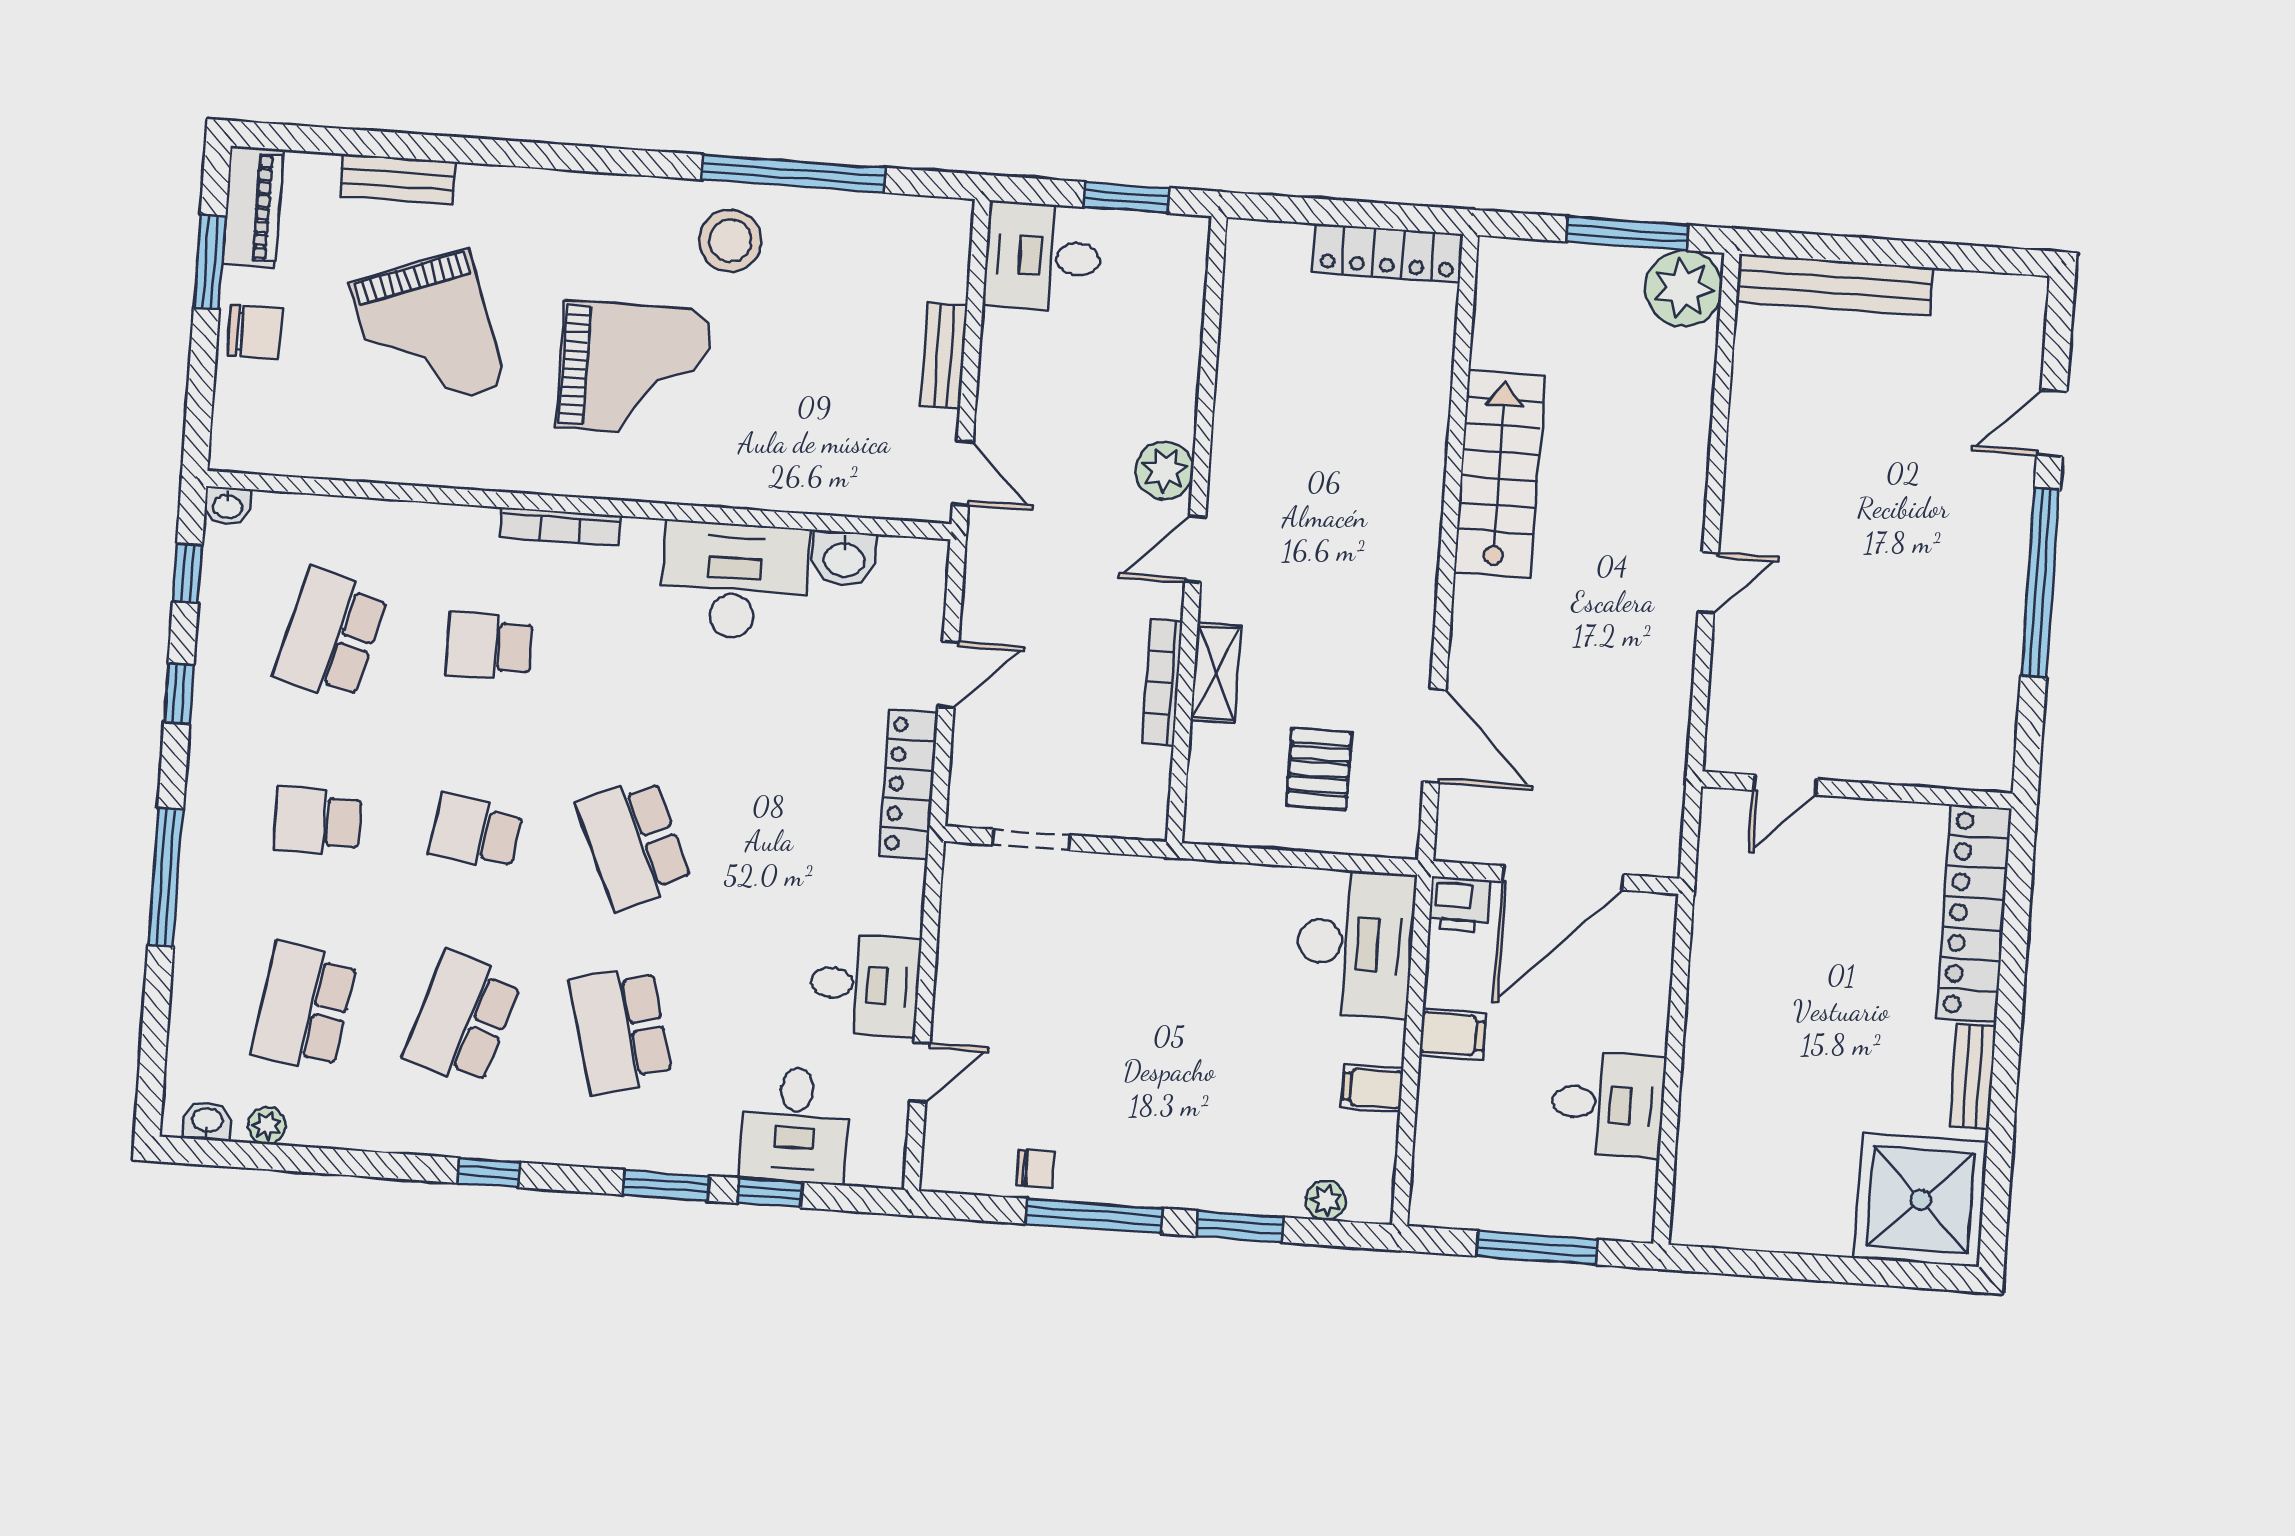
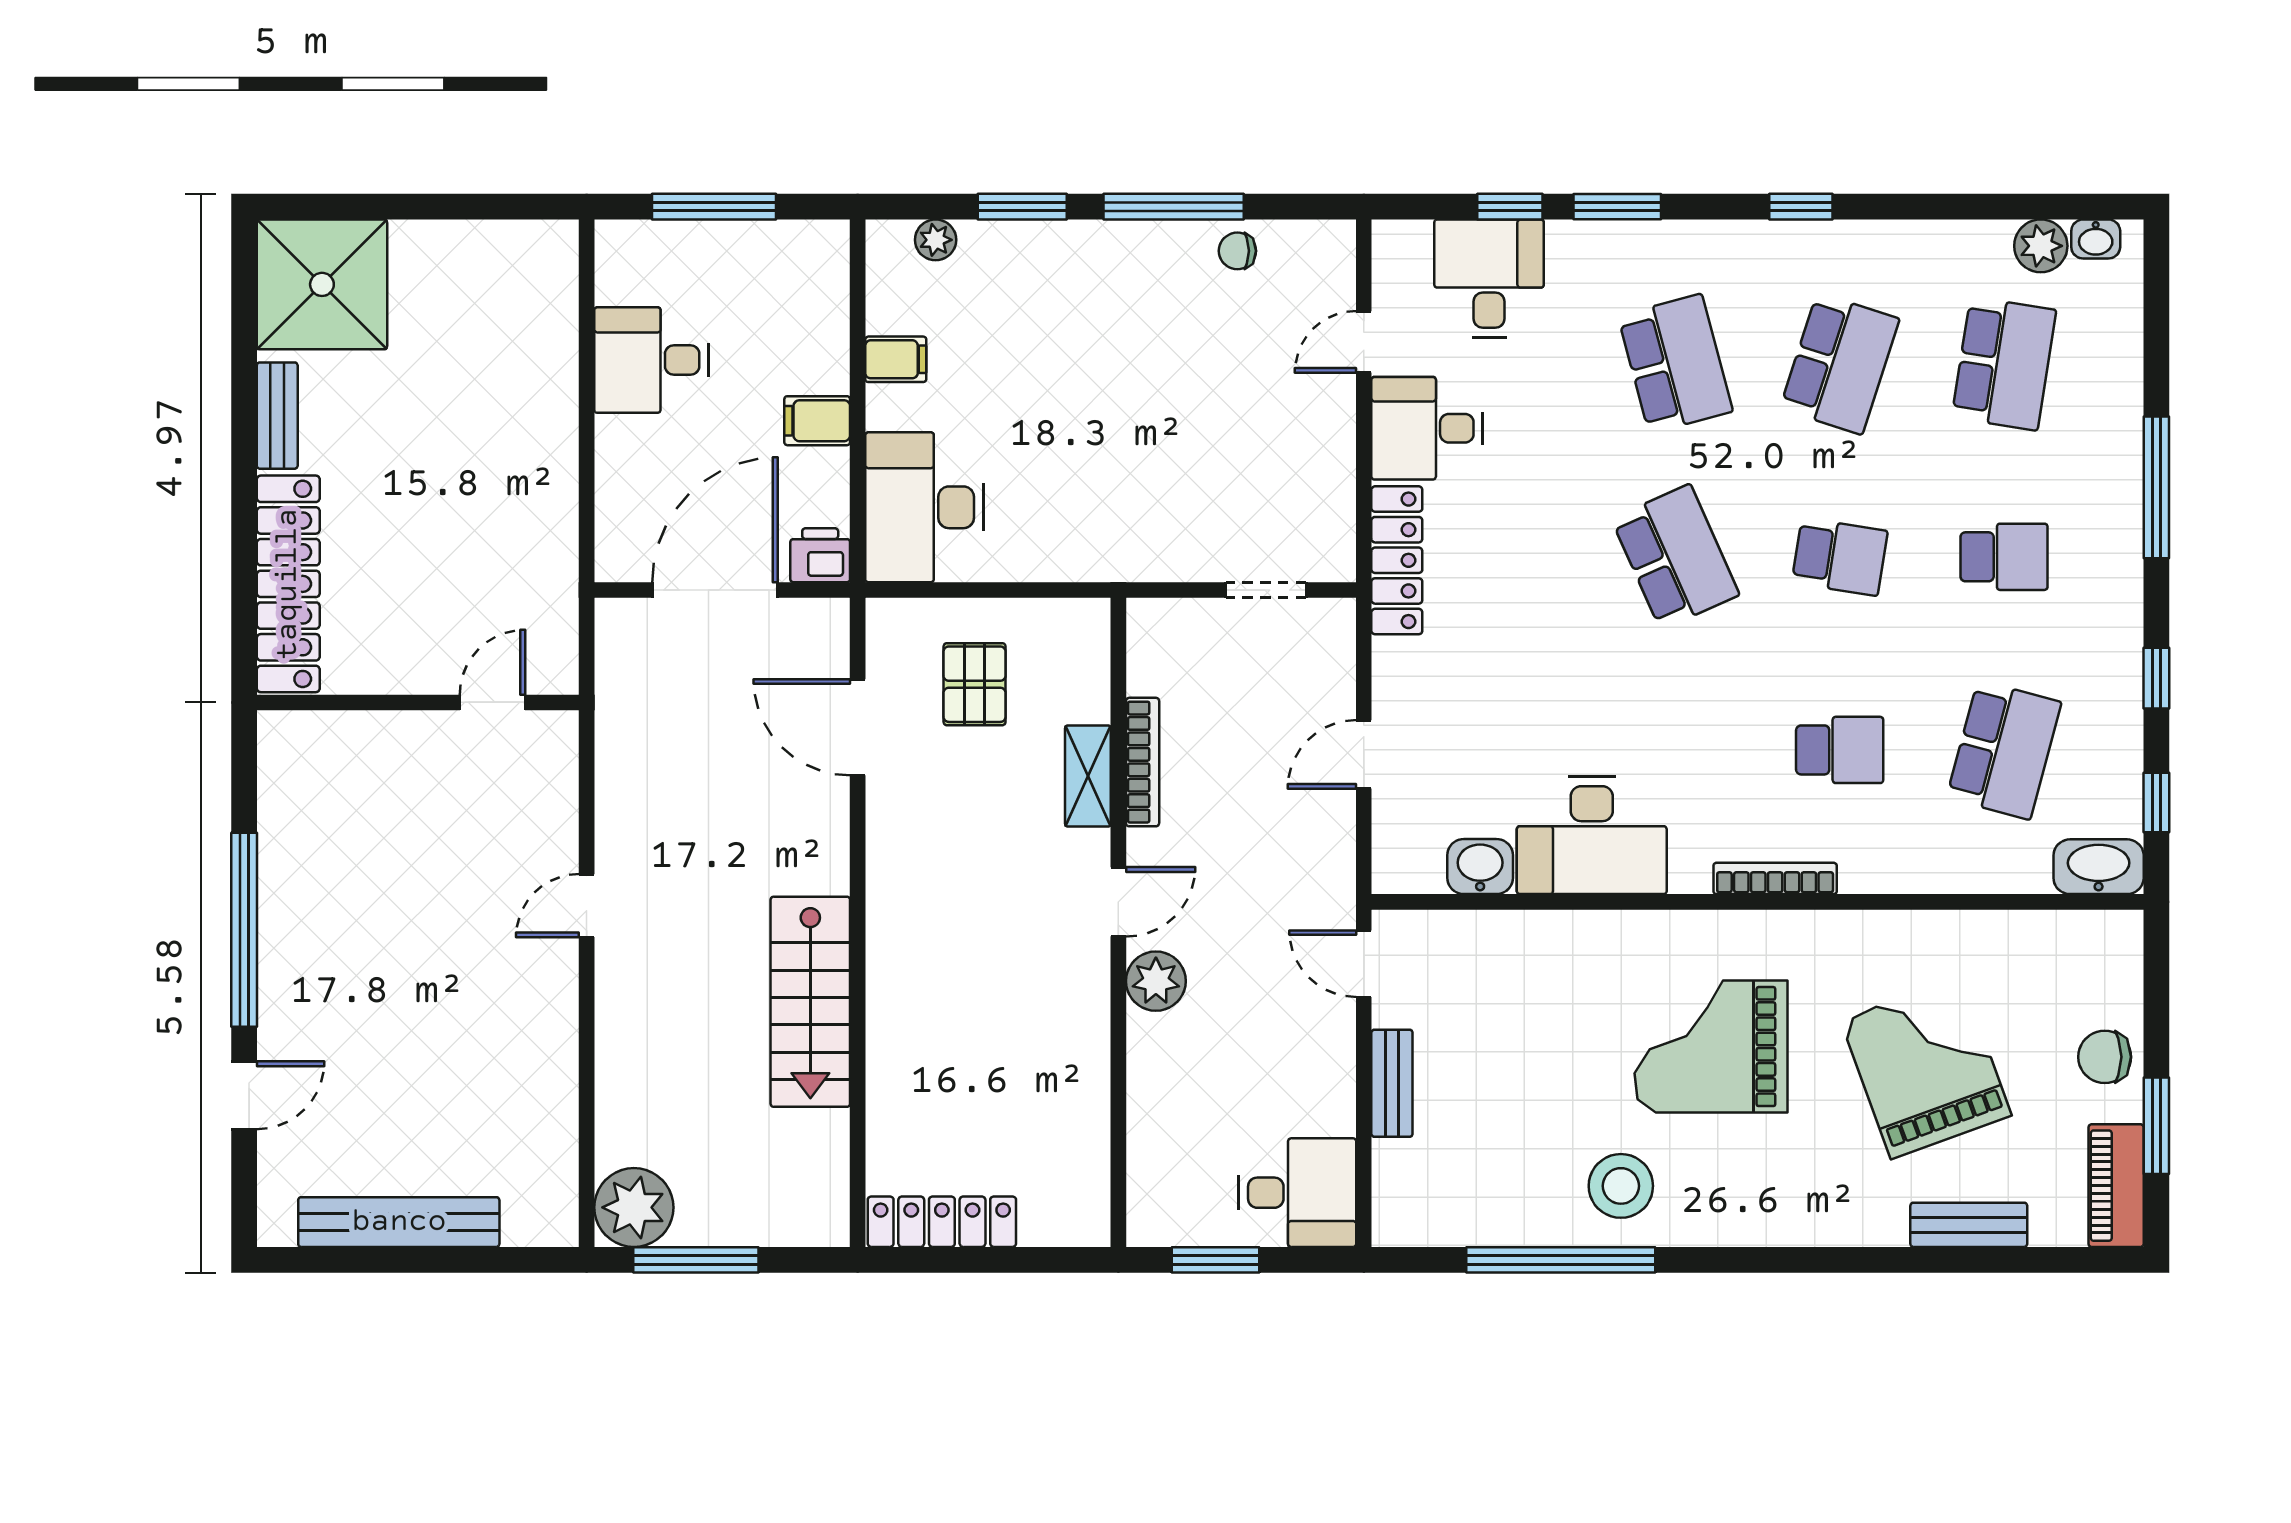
bench: (1834, 285) -> (399, 1222), moved
washbasin: (228, 506) -> (2099, 867), width x1.91, depth x1.45
locker: (908, 785) -> (1397, 560), moved
plant: (267, 1126) -> (2041, 246), width x1.38, depth x1.38

